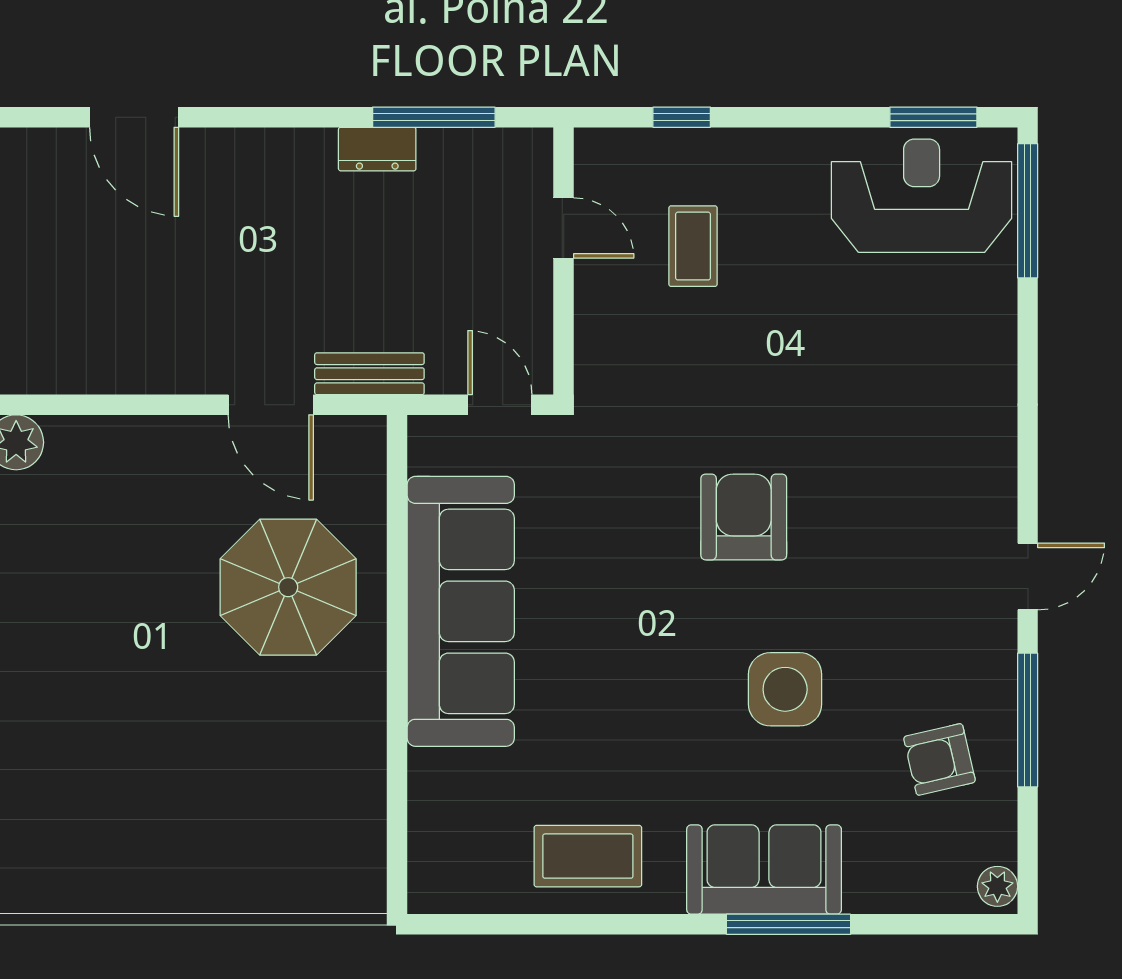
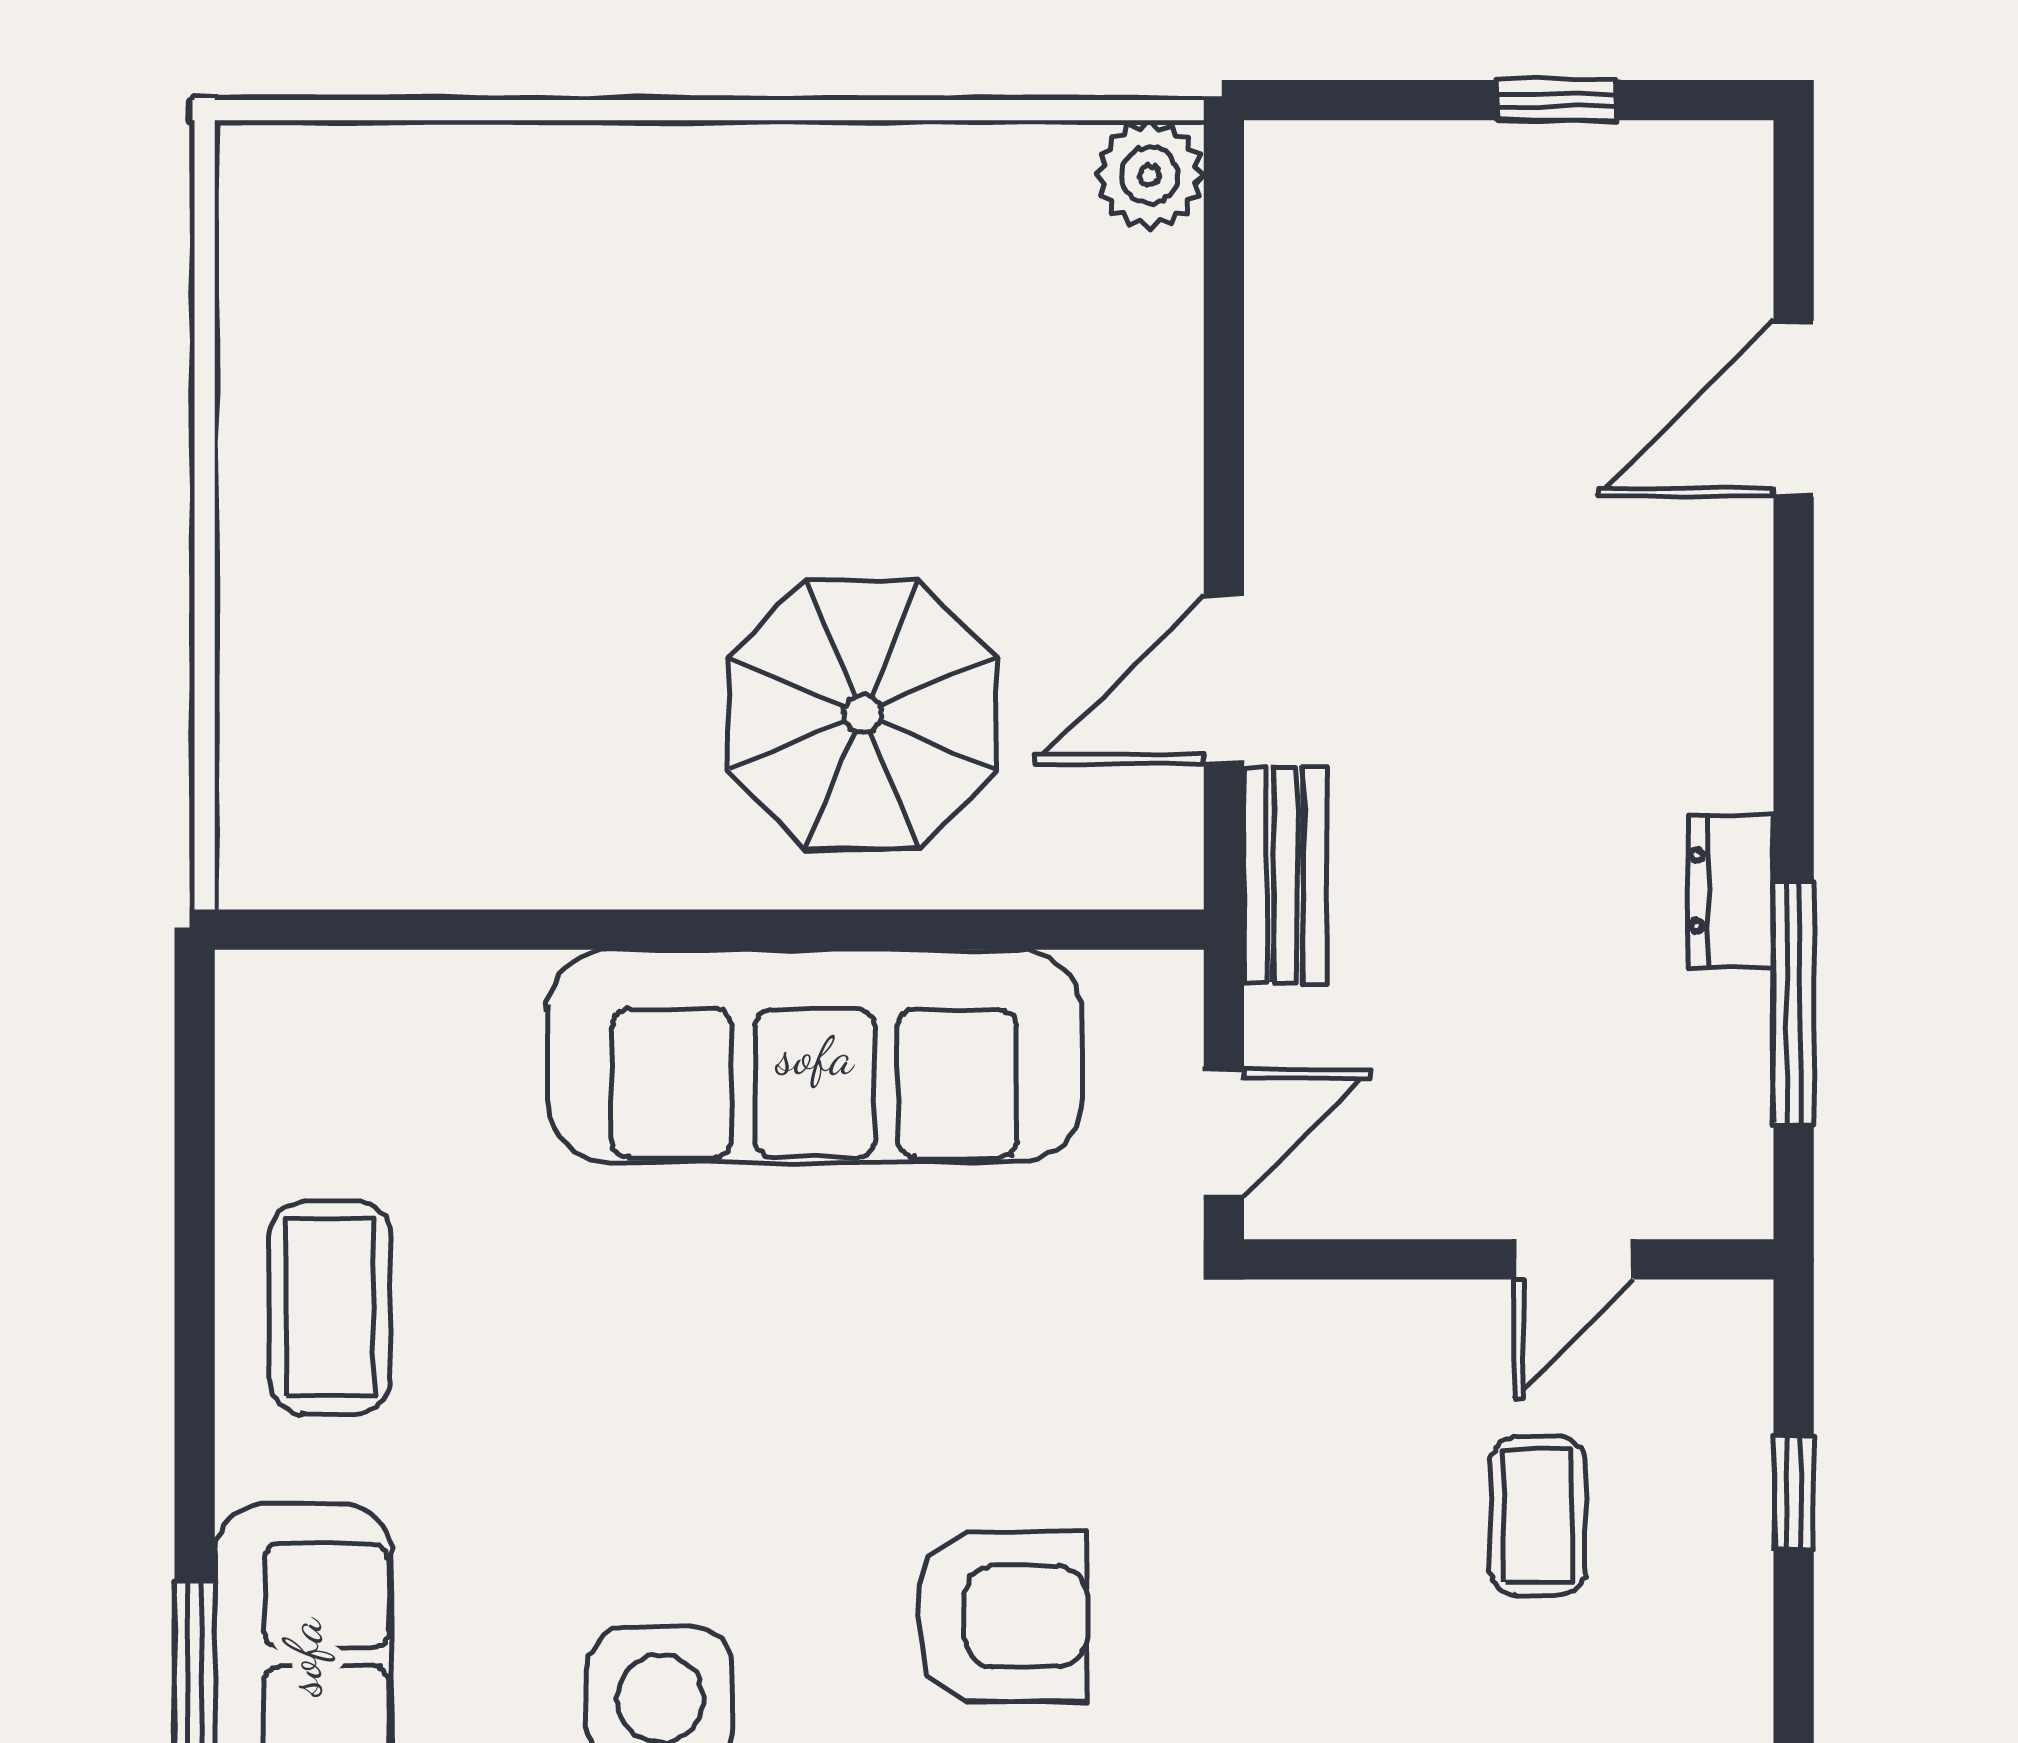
coffee table: (693, 246) -> (1538, 1516), turned 90

